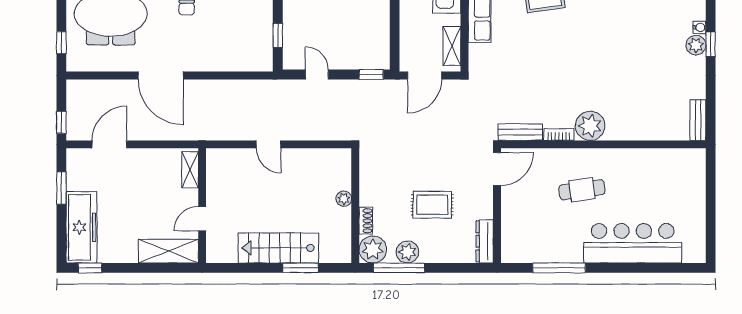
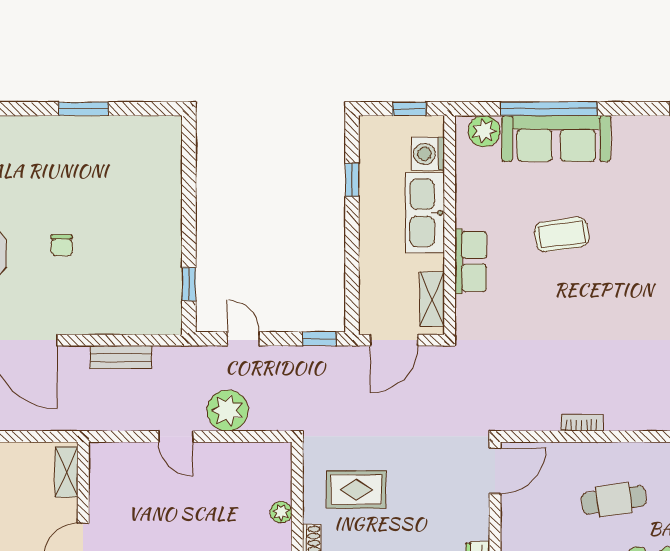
plant: (590, 126) -> (228, 411), moved
bench: (520, 132) -> (121, 357), moved
rug: (432, 205) -> (356, 490), moved

